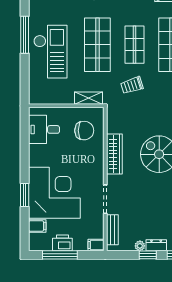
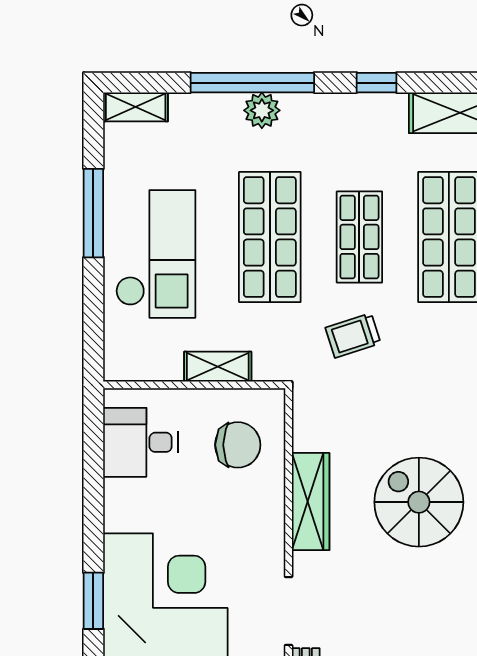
shelving: (89, 98) -> (218, 367), moved

